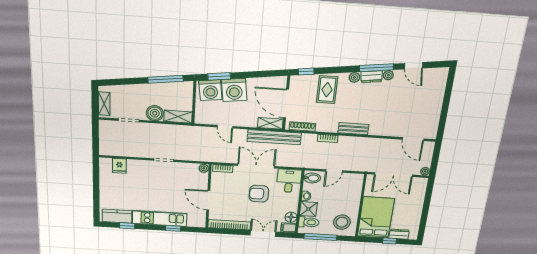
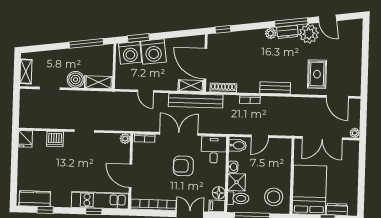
plant: (388, 75) -> (309, 34), width x1.88, depth x1.88
rug: (327, 90) -> (317, 74), moved
fridge: (119, 166) -> (25, 139), moved
dishwasher: (135, 166) -> (55, 139), added
kitchen unit: (160, 218) -> (100, 200), moved

